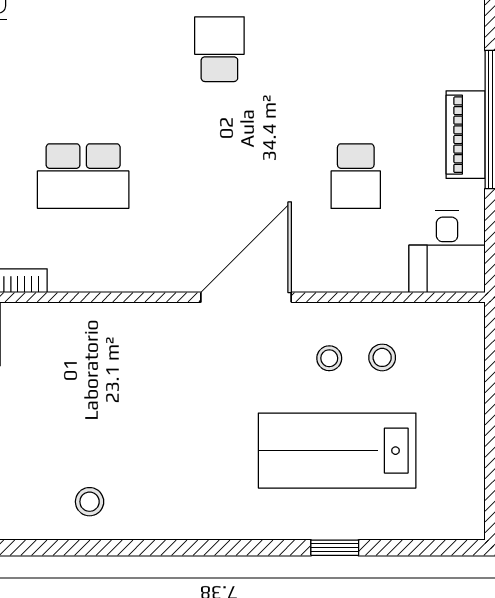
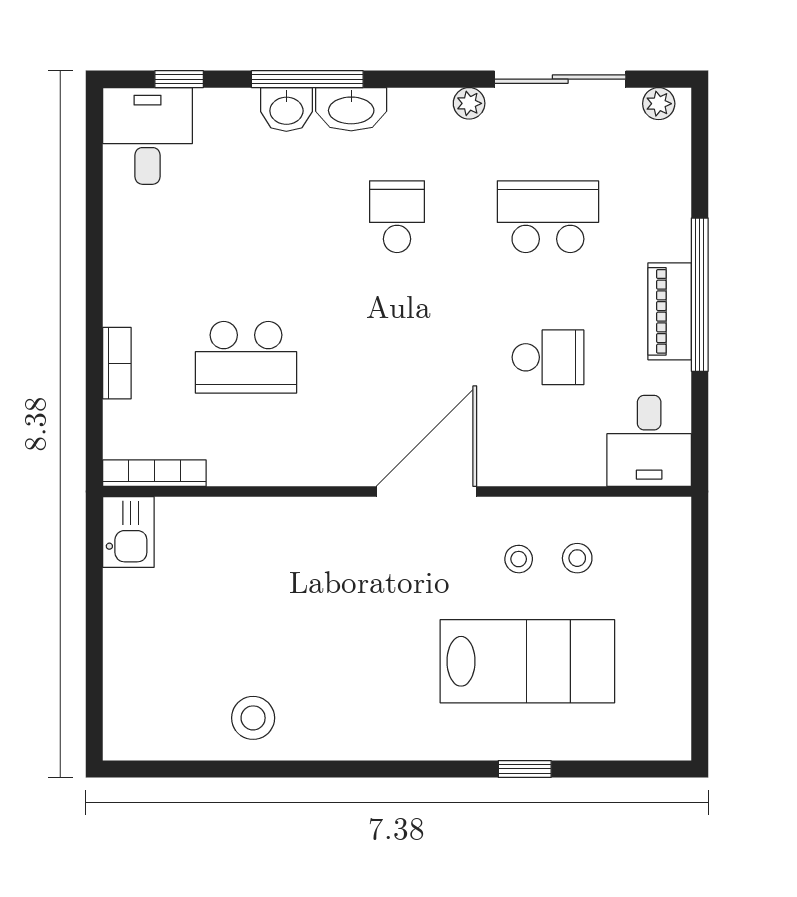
school desk: (356, 49) -> (548, 217), added
school desk: (356, 176) -> (548, 357), turned -90
lab bench: (337, 451) -> (527, 661), turned 180
stool: (90, 502) -> (253, 718), width x1.37, depth x1.37

